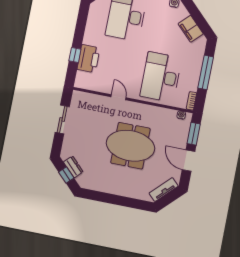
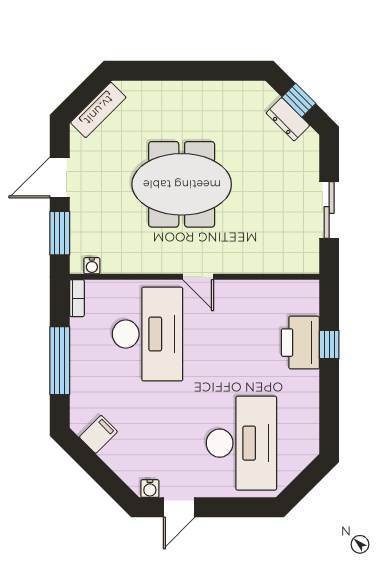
filing cabinet: (191, 29) -> (98, 434), width x0.50
door: (118, 97) -> (198, 277), moved
door: (189, 161) -> (60, 178), swing flipped

